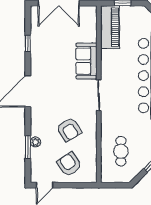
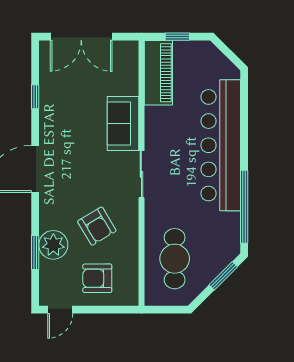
plant: (35, 142) -> (53, 245), width x1.88, depth x1.88
cafe table: (121, 151) -> (175, 259), width x1.37, depth x1.35
armchair: (69, 164) -> (97, 278), turned -56

